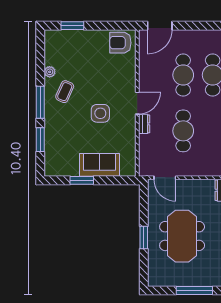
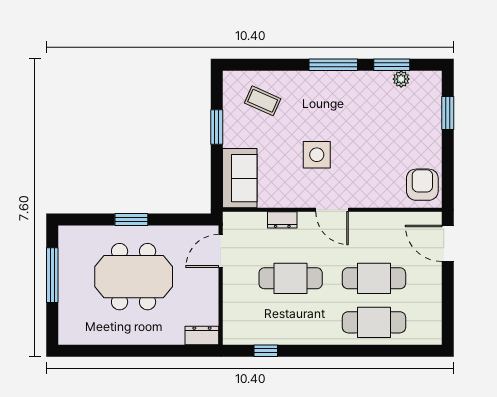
plant: (50, 72) -> (401, 79), moved
coffee table: (65, 92) -> (263, 101), moved
dresser: (144, 124) -> (282, 220), moved
window: (40, 140) -> (392, 65), moved
sofa: (100, 165) -> (240, 178), moved
window: (194, 290) -> (52, 275), moved

